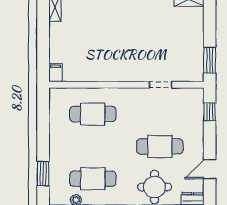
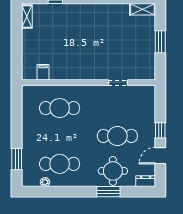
window: (210, 60) -> (160, 42), moved
filing cabinet: (56, 73) -> (43, 72), moved
window: (210, 112) -> (160, 130), moved

